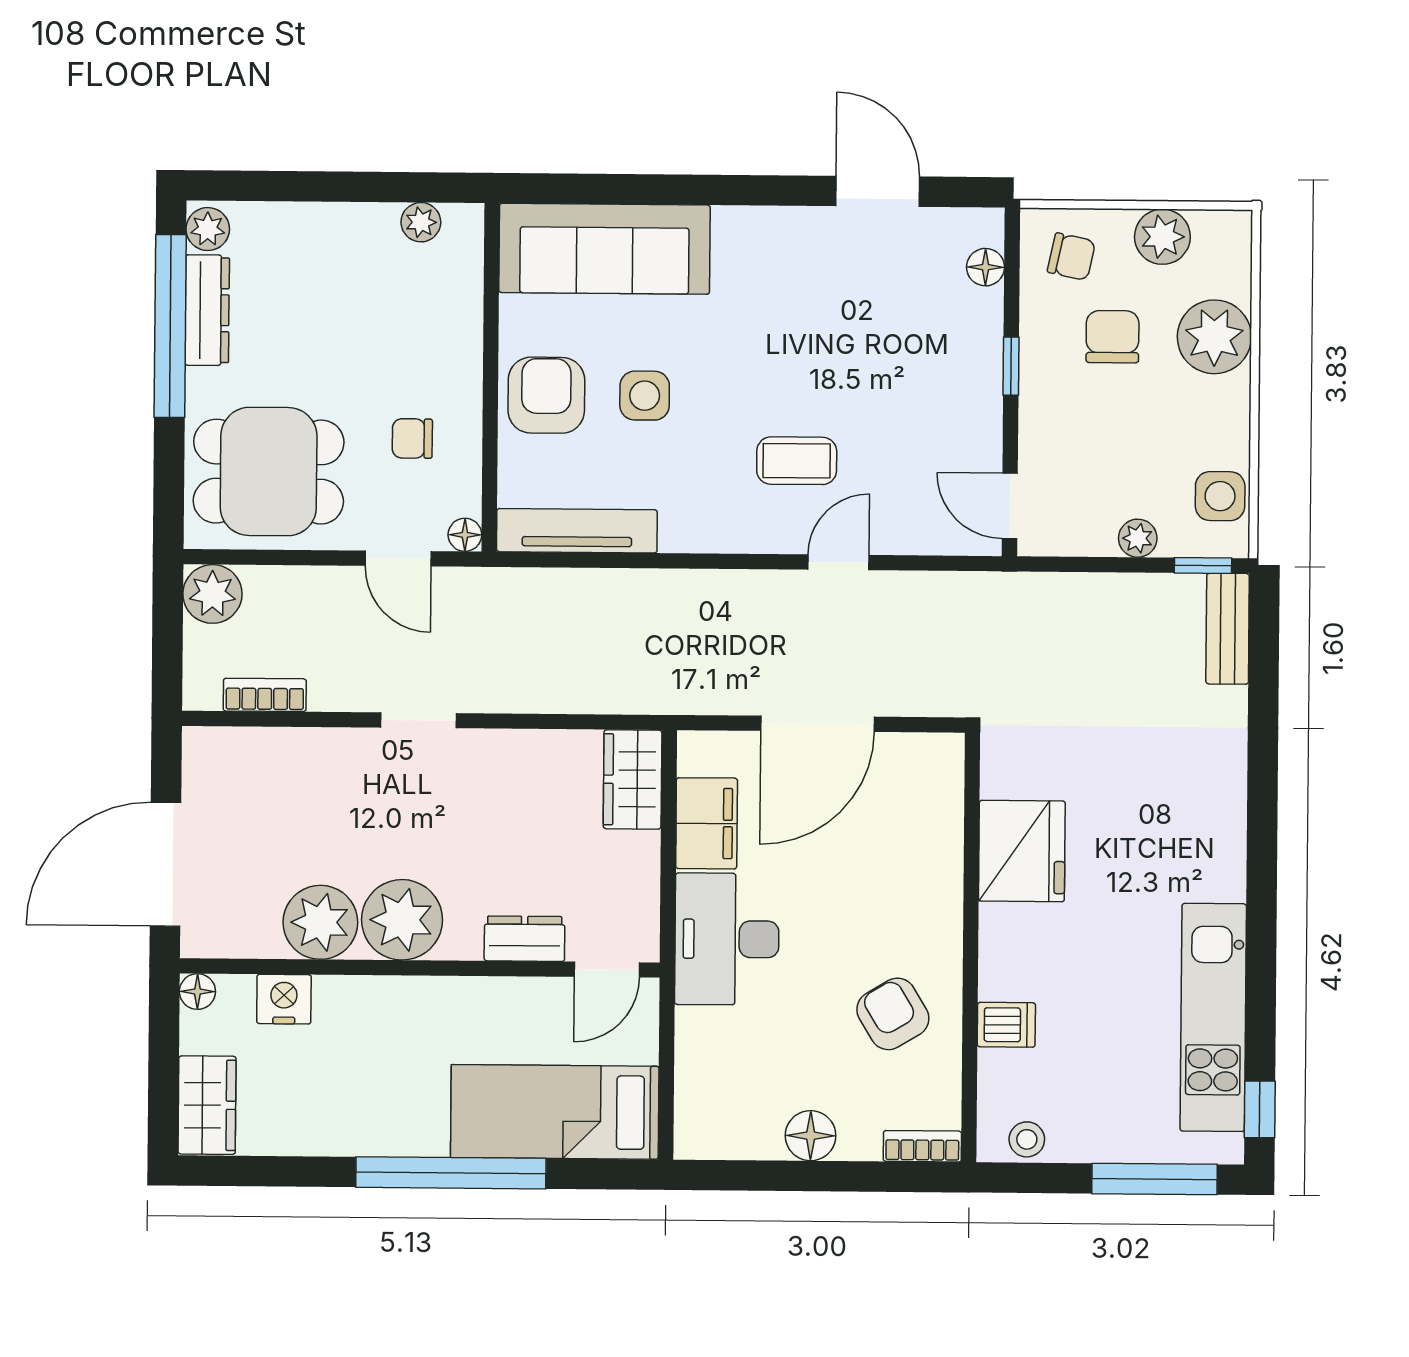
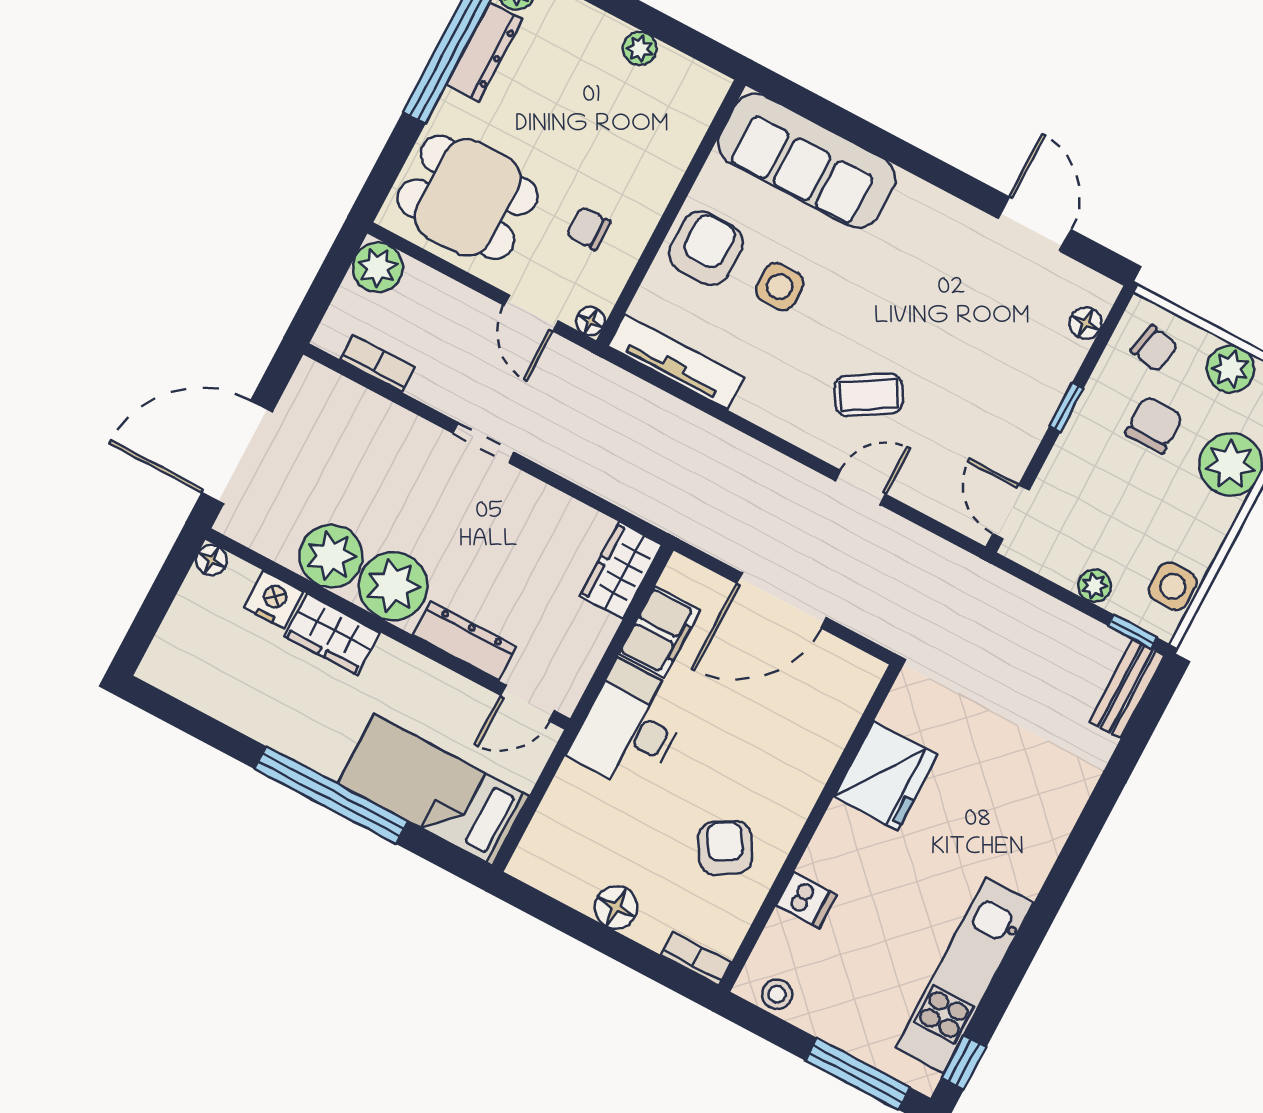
plant: (421, 222) -> (640, 48), moved
coffee table: (797, 461) -> (868, 395), turned -31
dresser: (525, 939) -> (465, 641), width x1.44
wardrobe: (207, 1105) -> (332, 634), moved, turned 90

